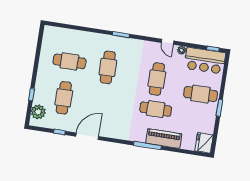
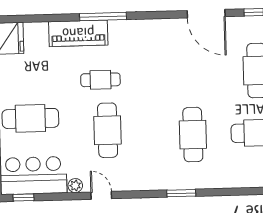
cafe table: (156, 109) -> (100, 80), width x0.73, depth x0.74
door: (87, 136) -> (206, 14), hinge flipped

